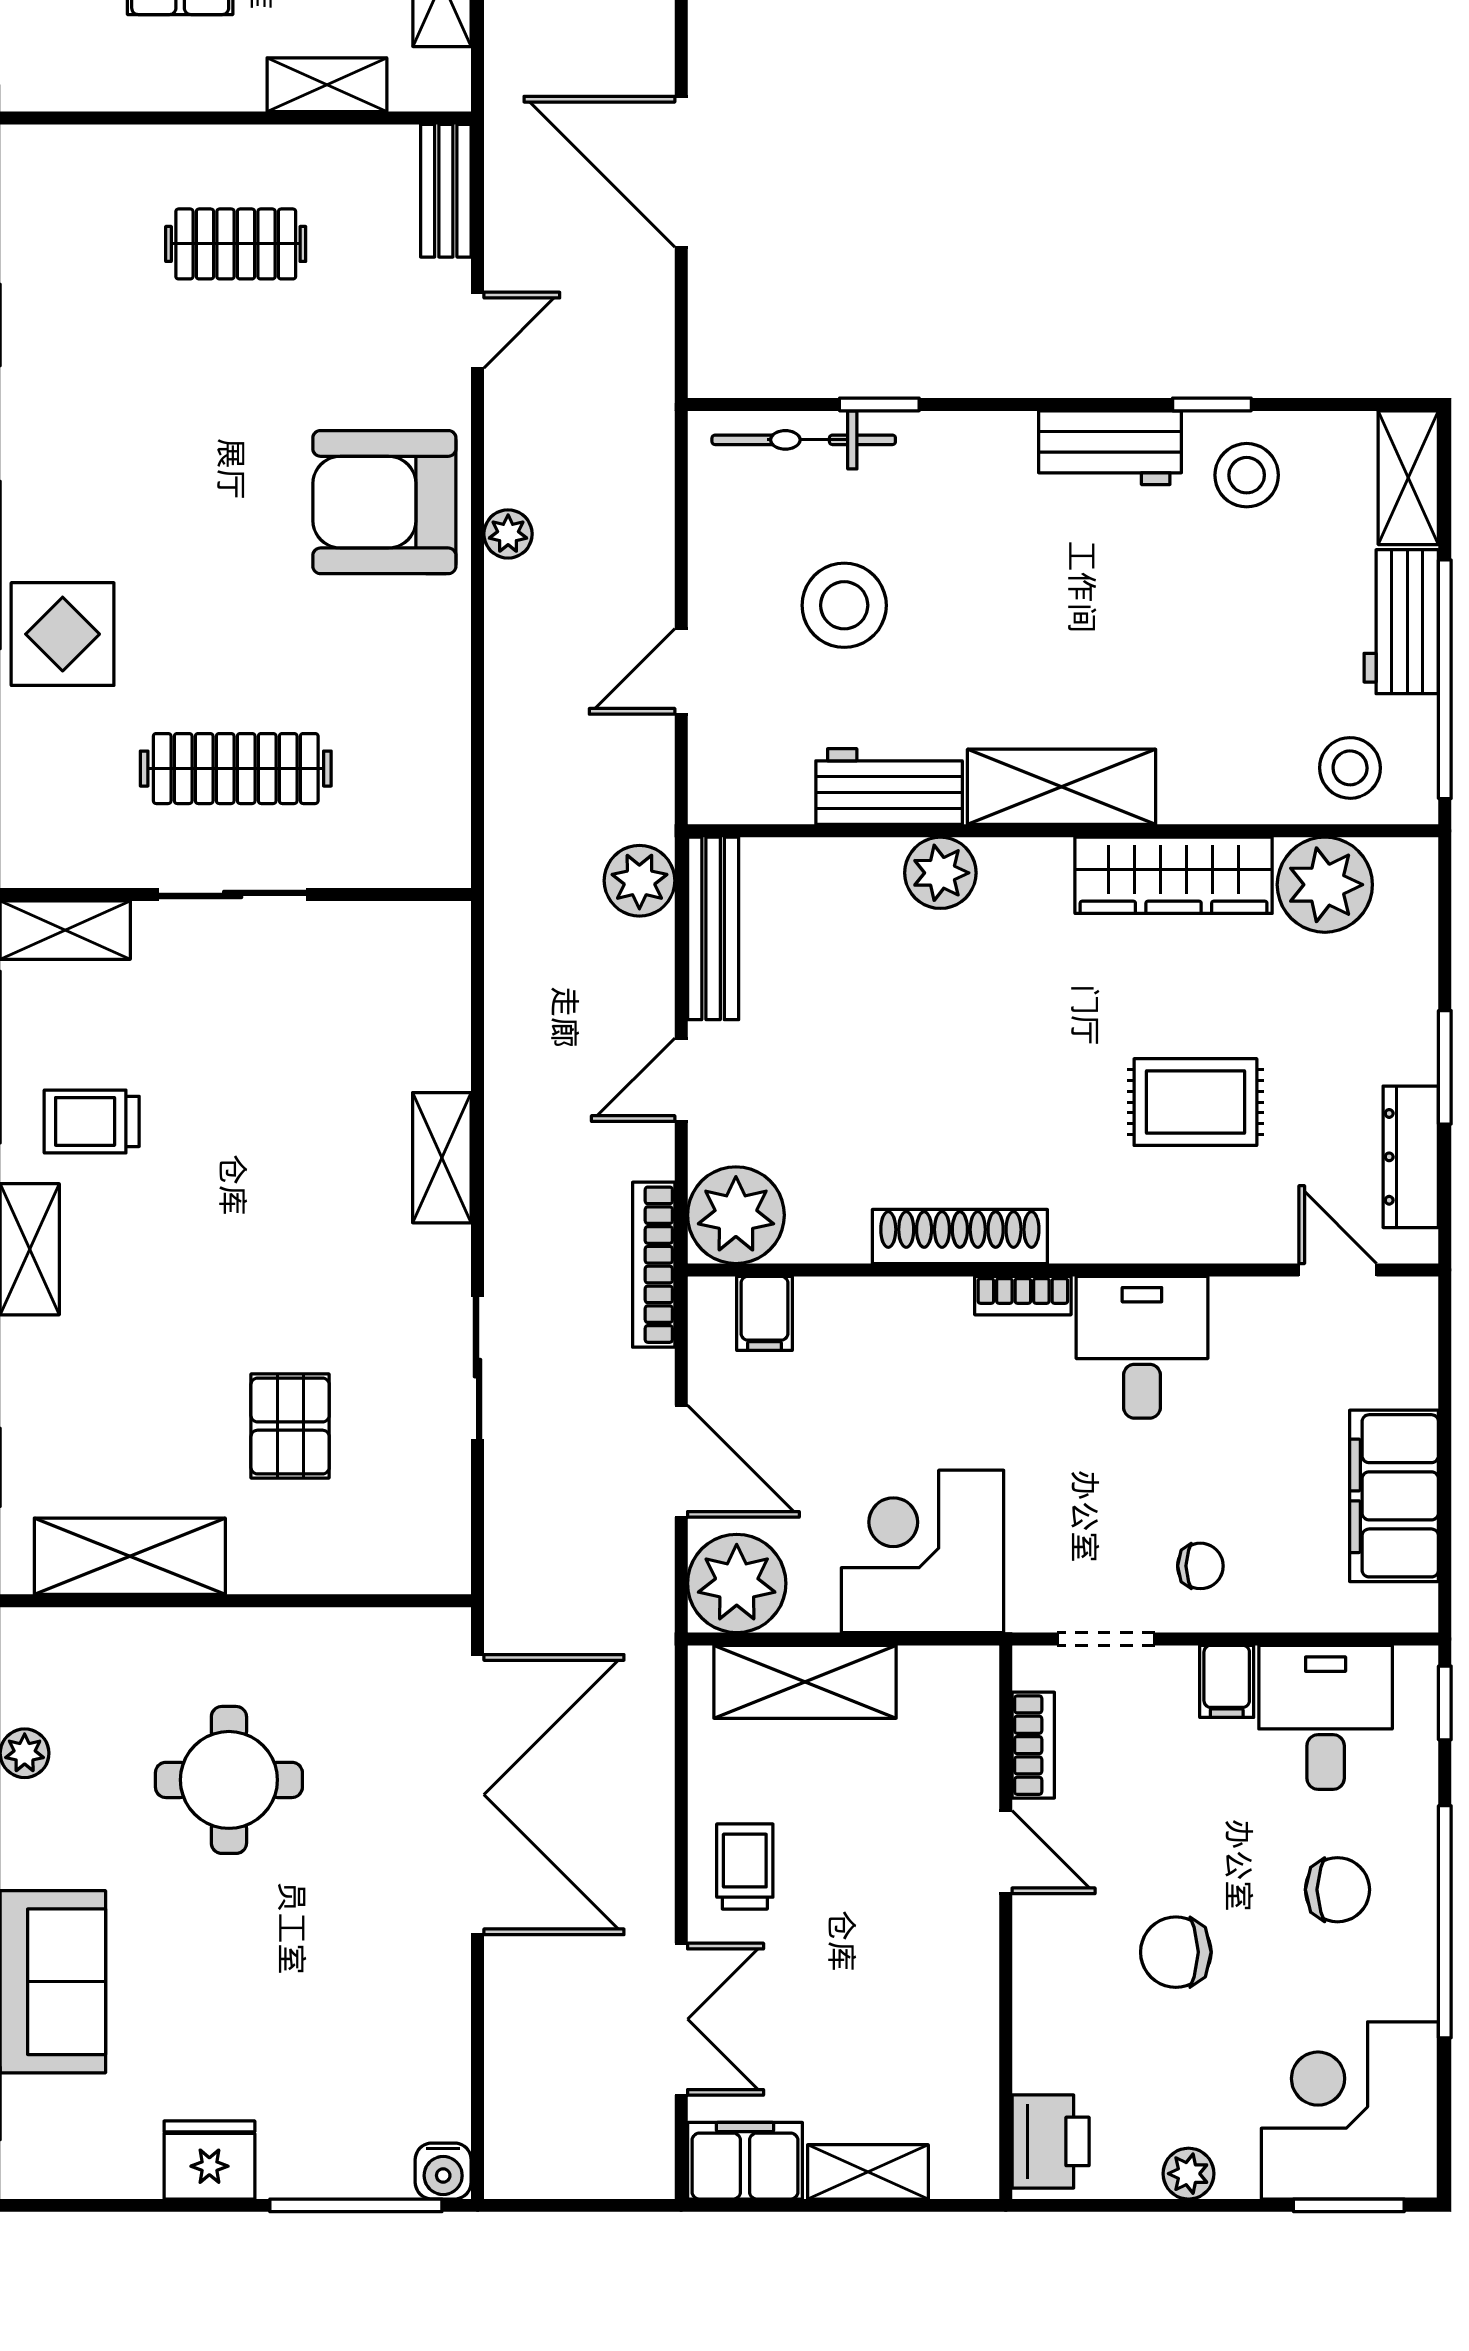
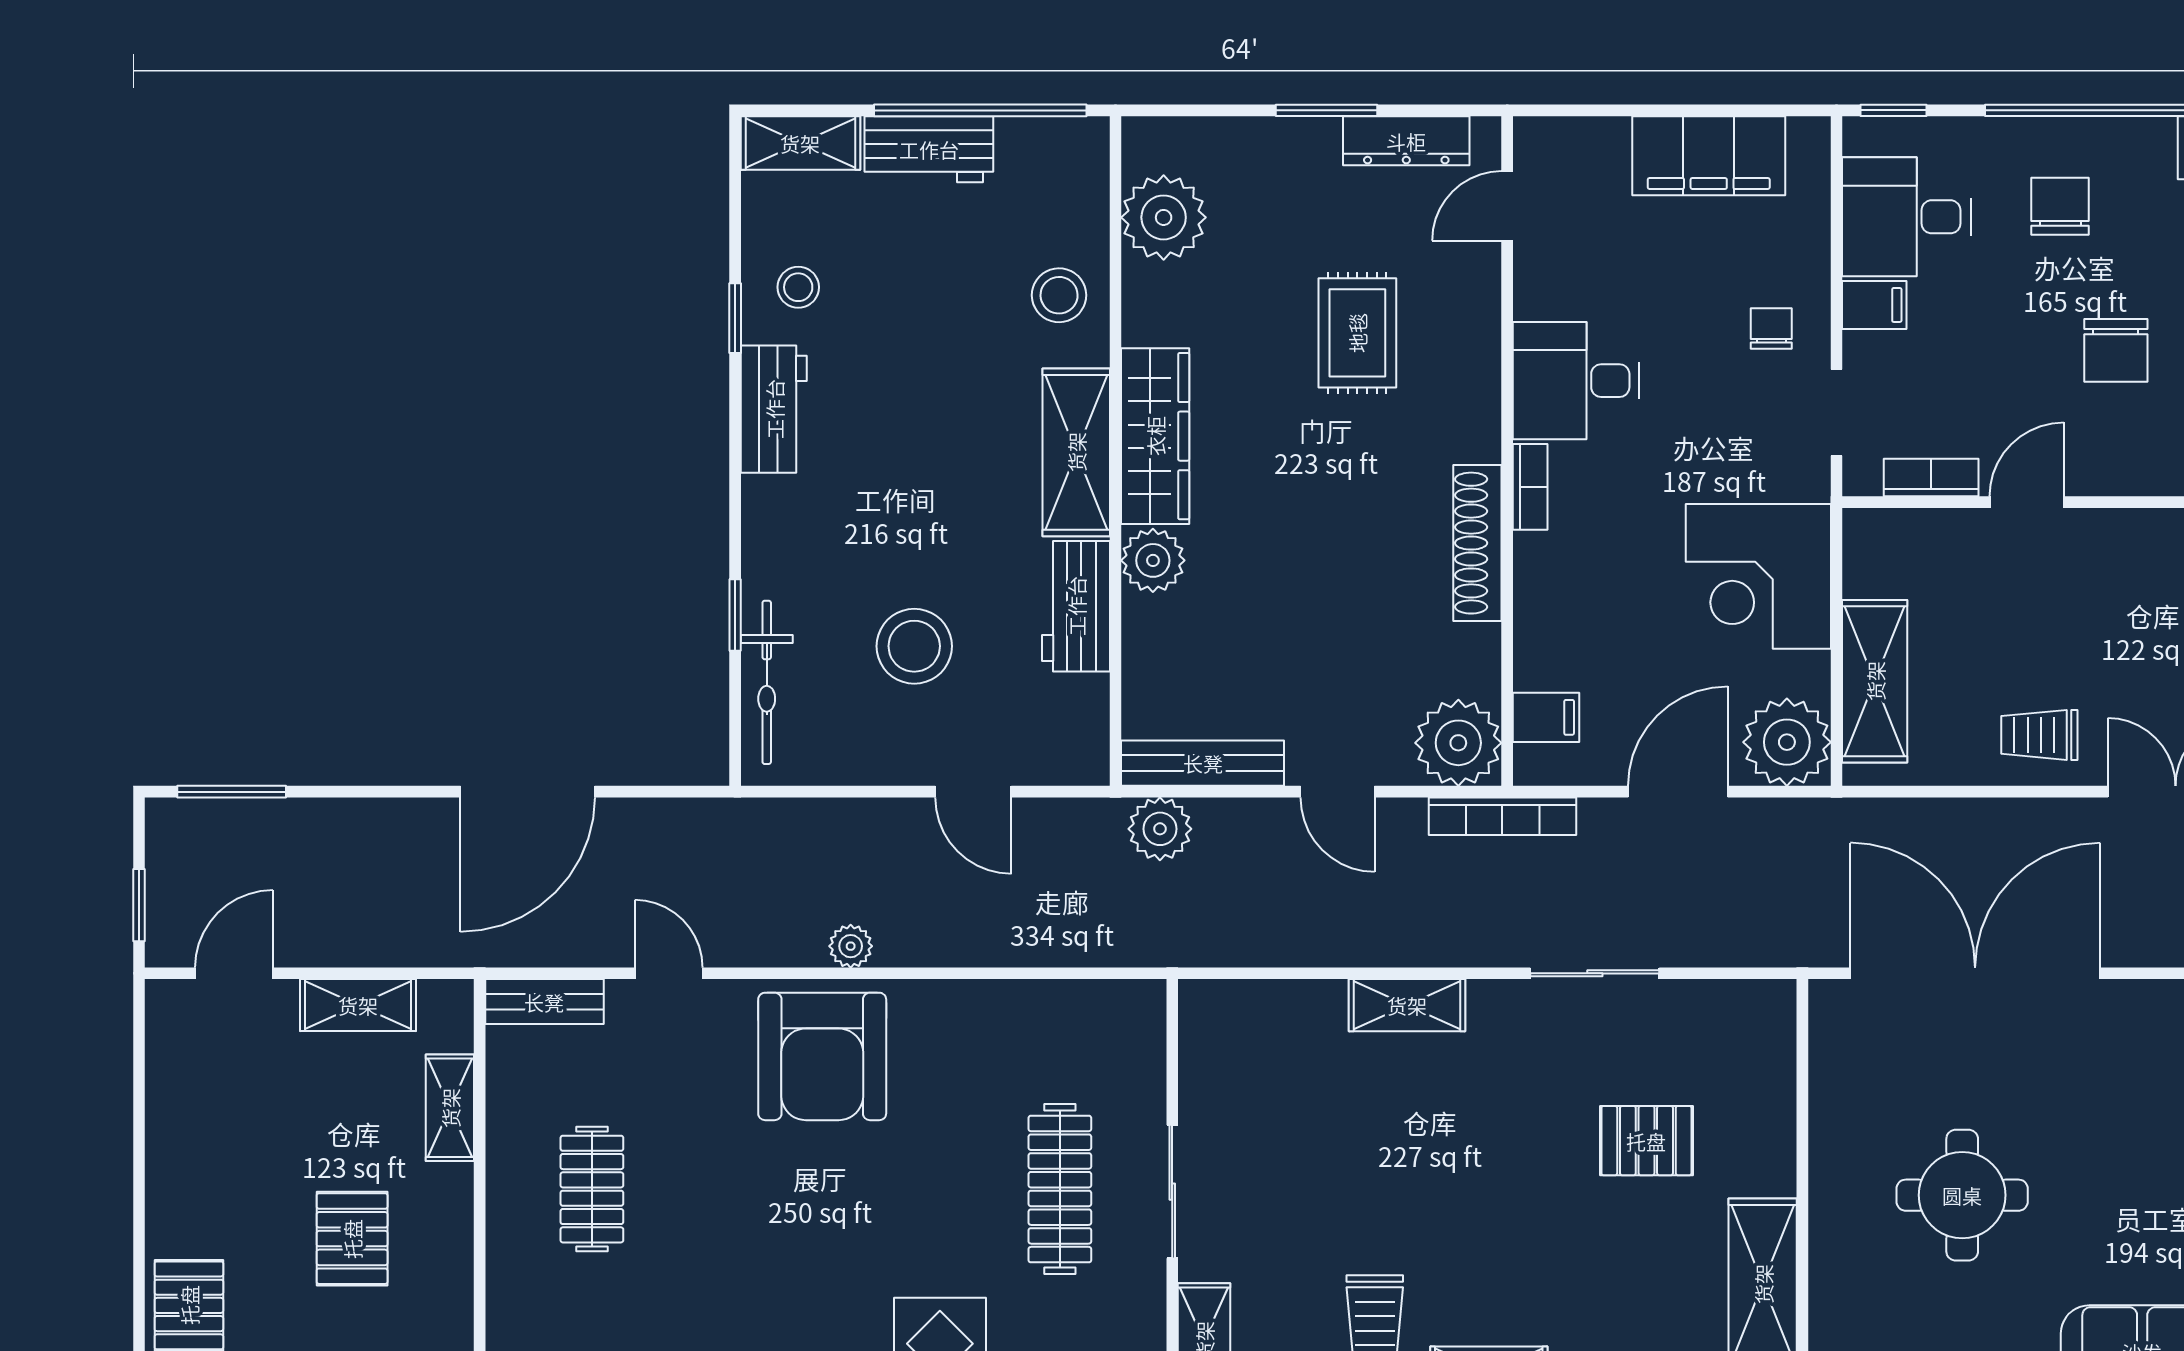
stool: (1247, 475) -> (798, 287), width x0.73, depth x0.73
stool: (1350, 768) -> (1059, 295), moved
wardrobe: (1174, 875) -> (1155, 436), moved

